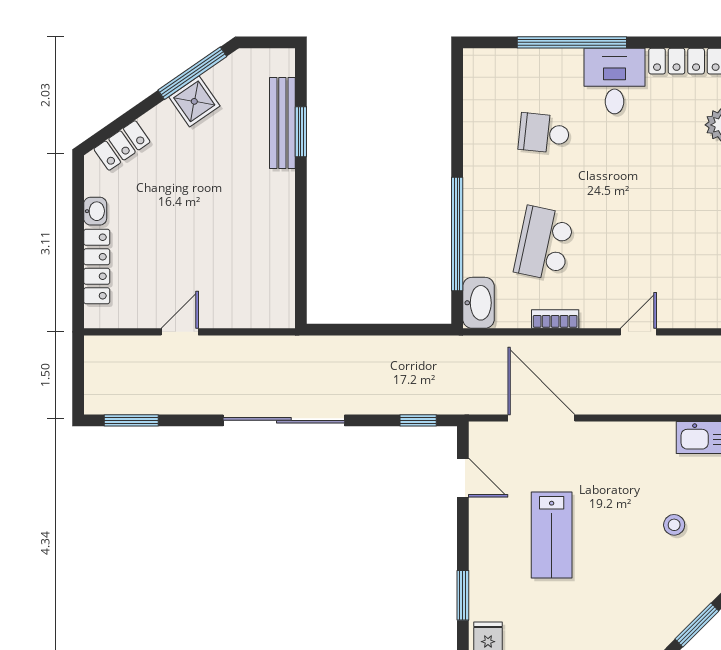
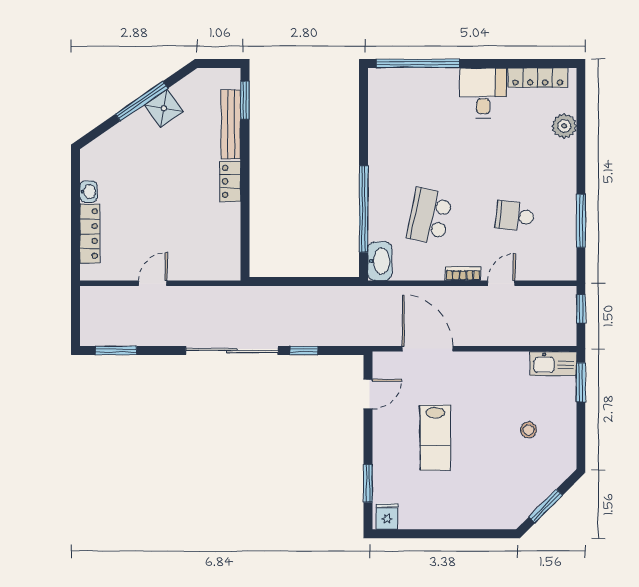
window: (572, 42) -> (418, 63), moved
window: (192, 73) -> (142, 101), moved
window: (301, 132) -> (245, 100), moved
school desk: (544, 133) -> (515, 216), moved
locker: (122, 145) -> (230, 181), moved, turned 125
bookcase: (555, 319) -> (463, 274), moved
window: (418, 420) -> (304, 350), moved
door: (463, 478) -> (368, 394), hinge flipped

